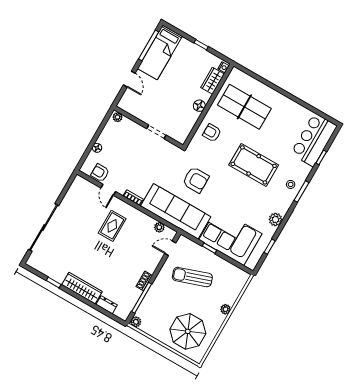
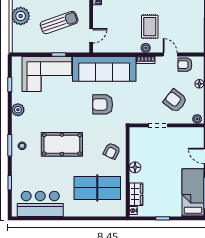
armchair: (212, 133) -> (112, 151), turned 116
bar counter: (314, 140) -> (40, 204), moved, turned -90
armchair: (128, 145) -> (175, 101), added
armchair: (100, 173) -> (185, 65), turned 180
plant: (159, 227) -> (146, 48), moved
plant: (225, 309) -> (21, 16), width x1.88, depth x1.88

